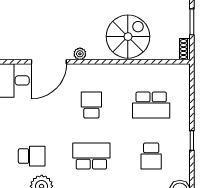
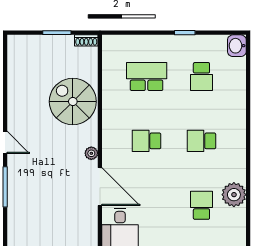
school desk: (151, 105) -> (147, 77), turned -90
school desk: (91, 156) -> (201, 141), width x0.54
school desk: (151, 156) -> (201, 77), turned 90

